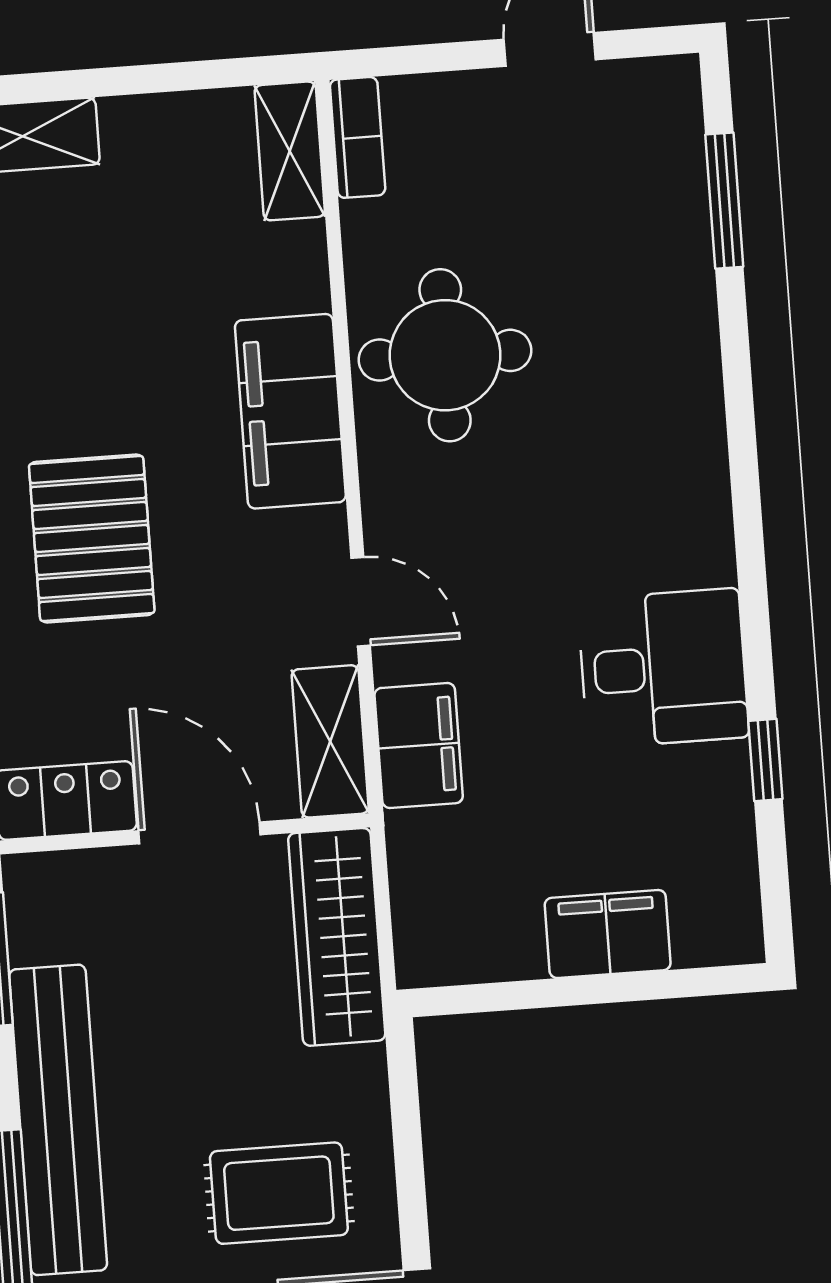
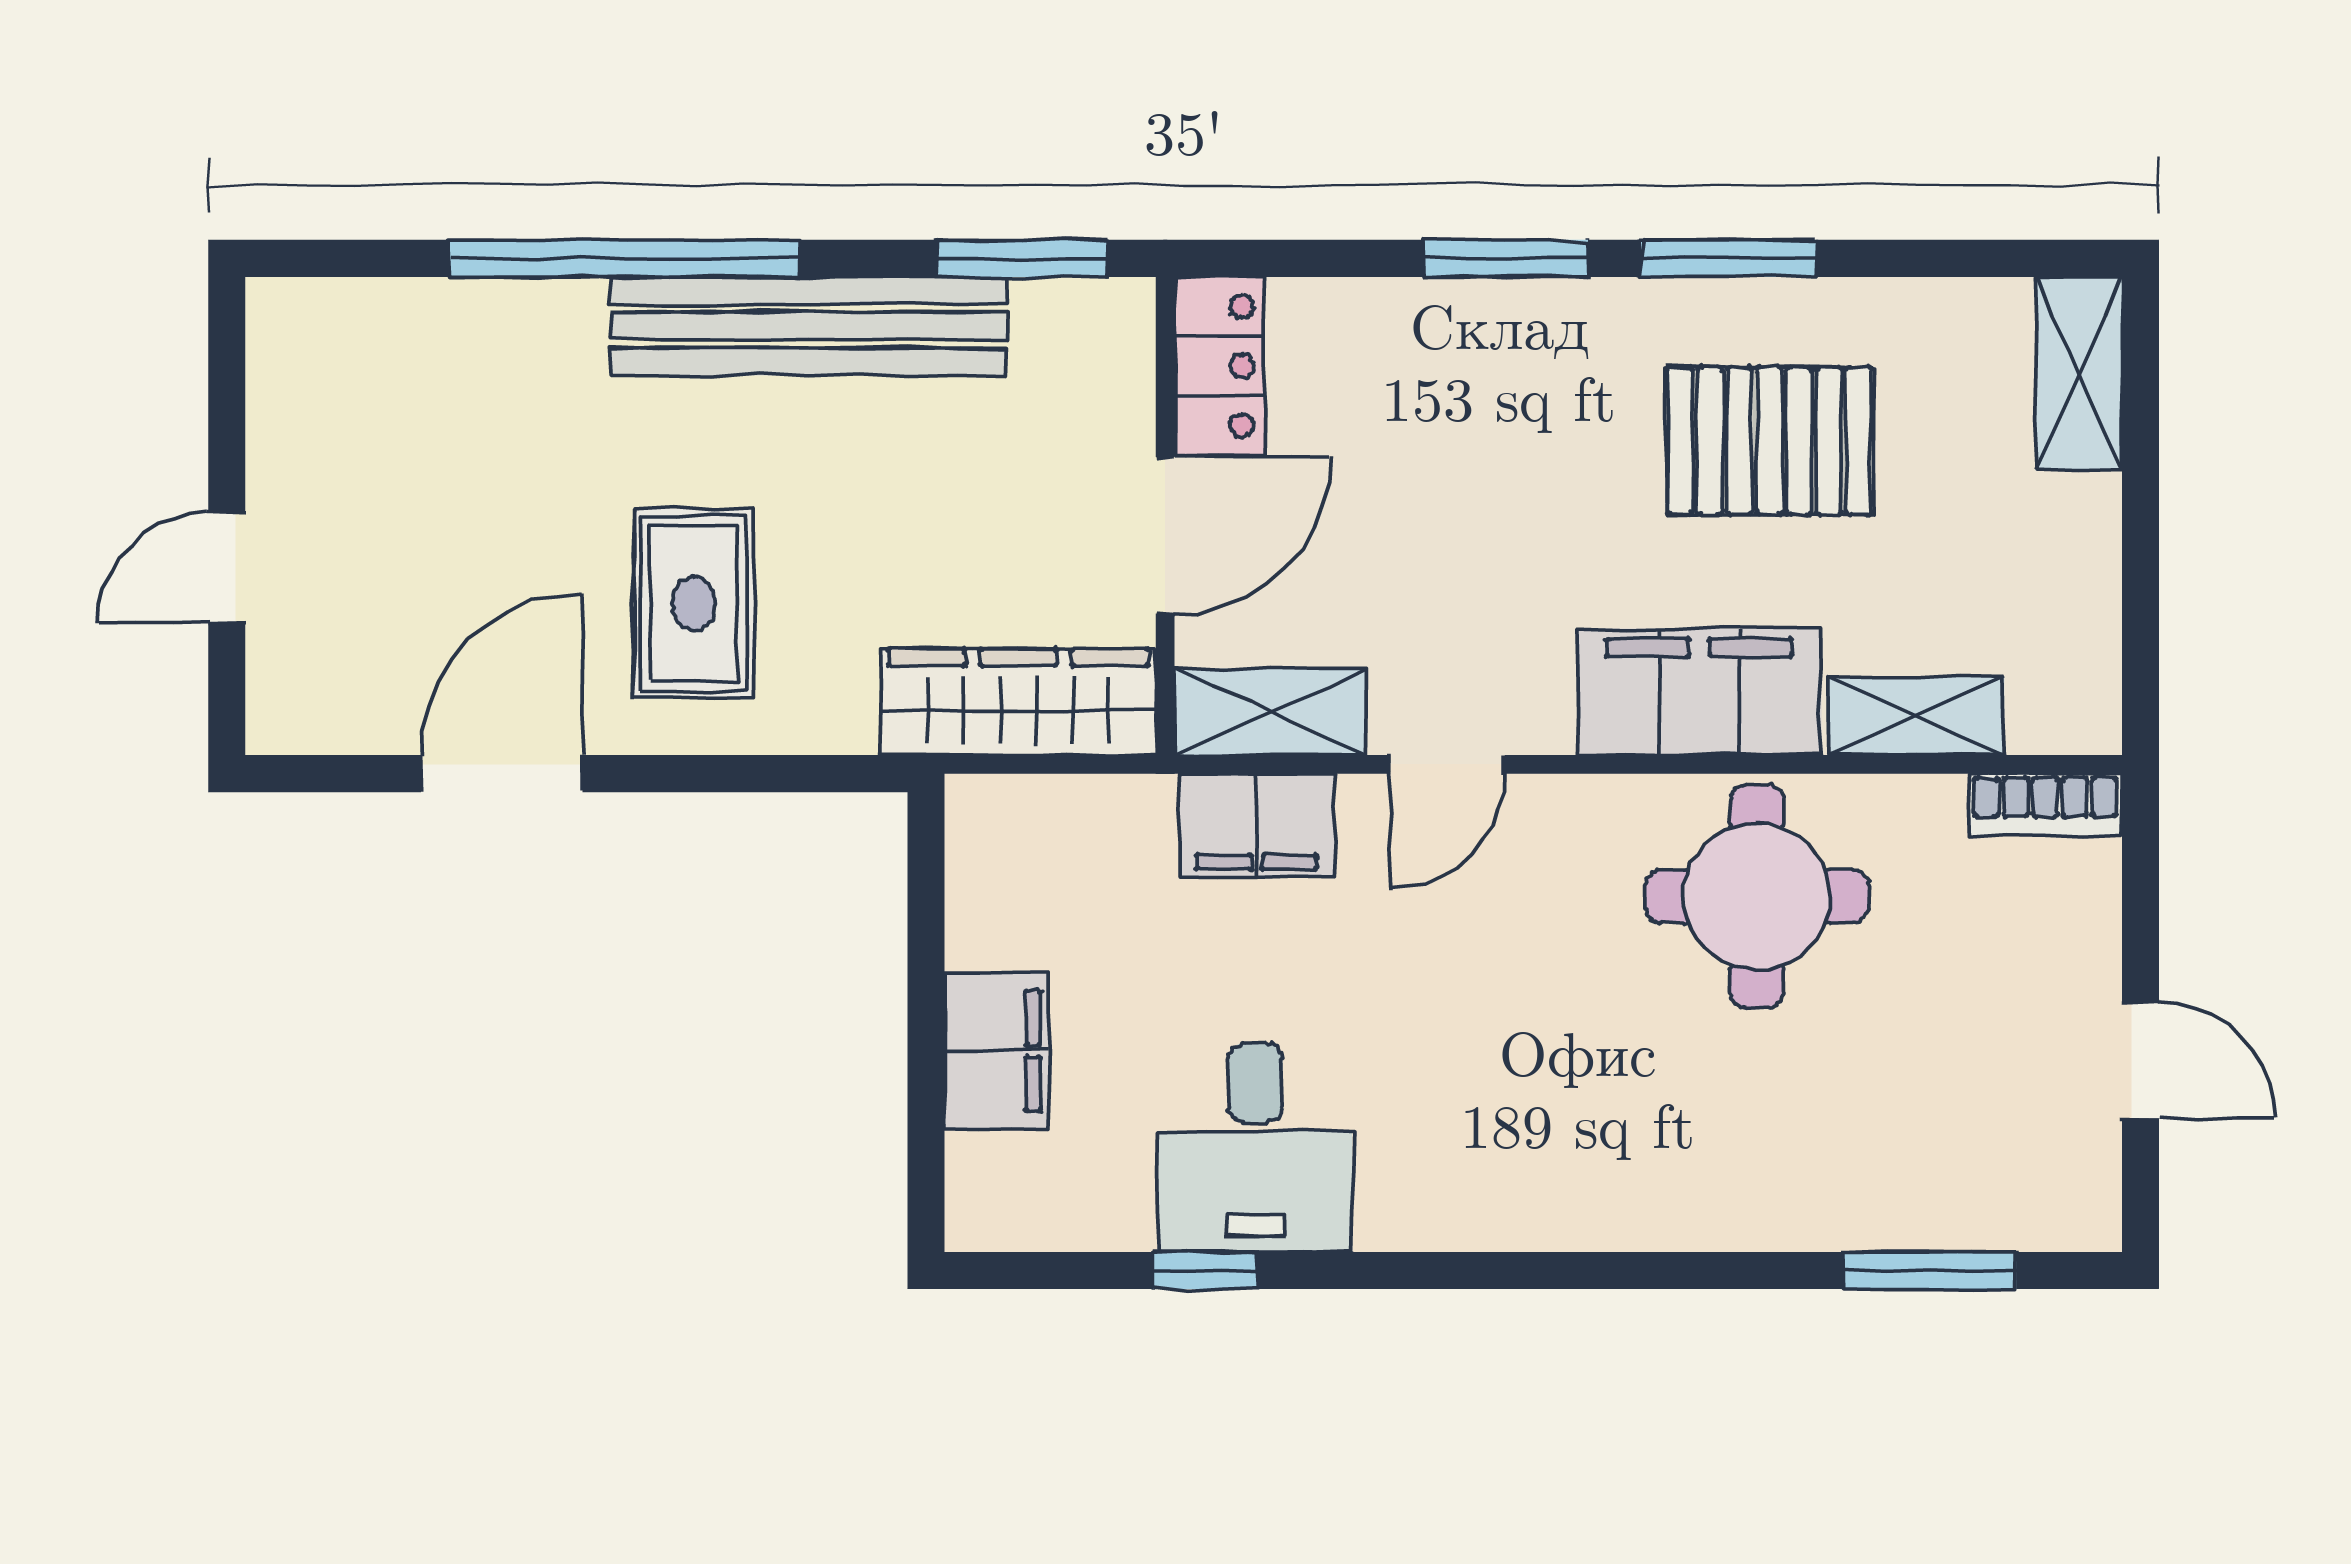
shelving: (290, 151) -> (1916, 716), moved
pallet: (92, 538) -> (1769, 441), moved
desk: (663, 668) -> (1255, 1148), moved

